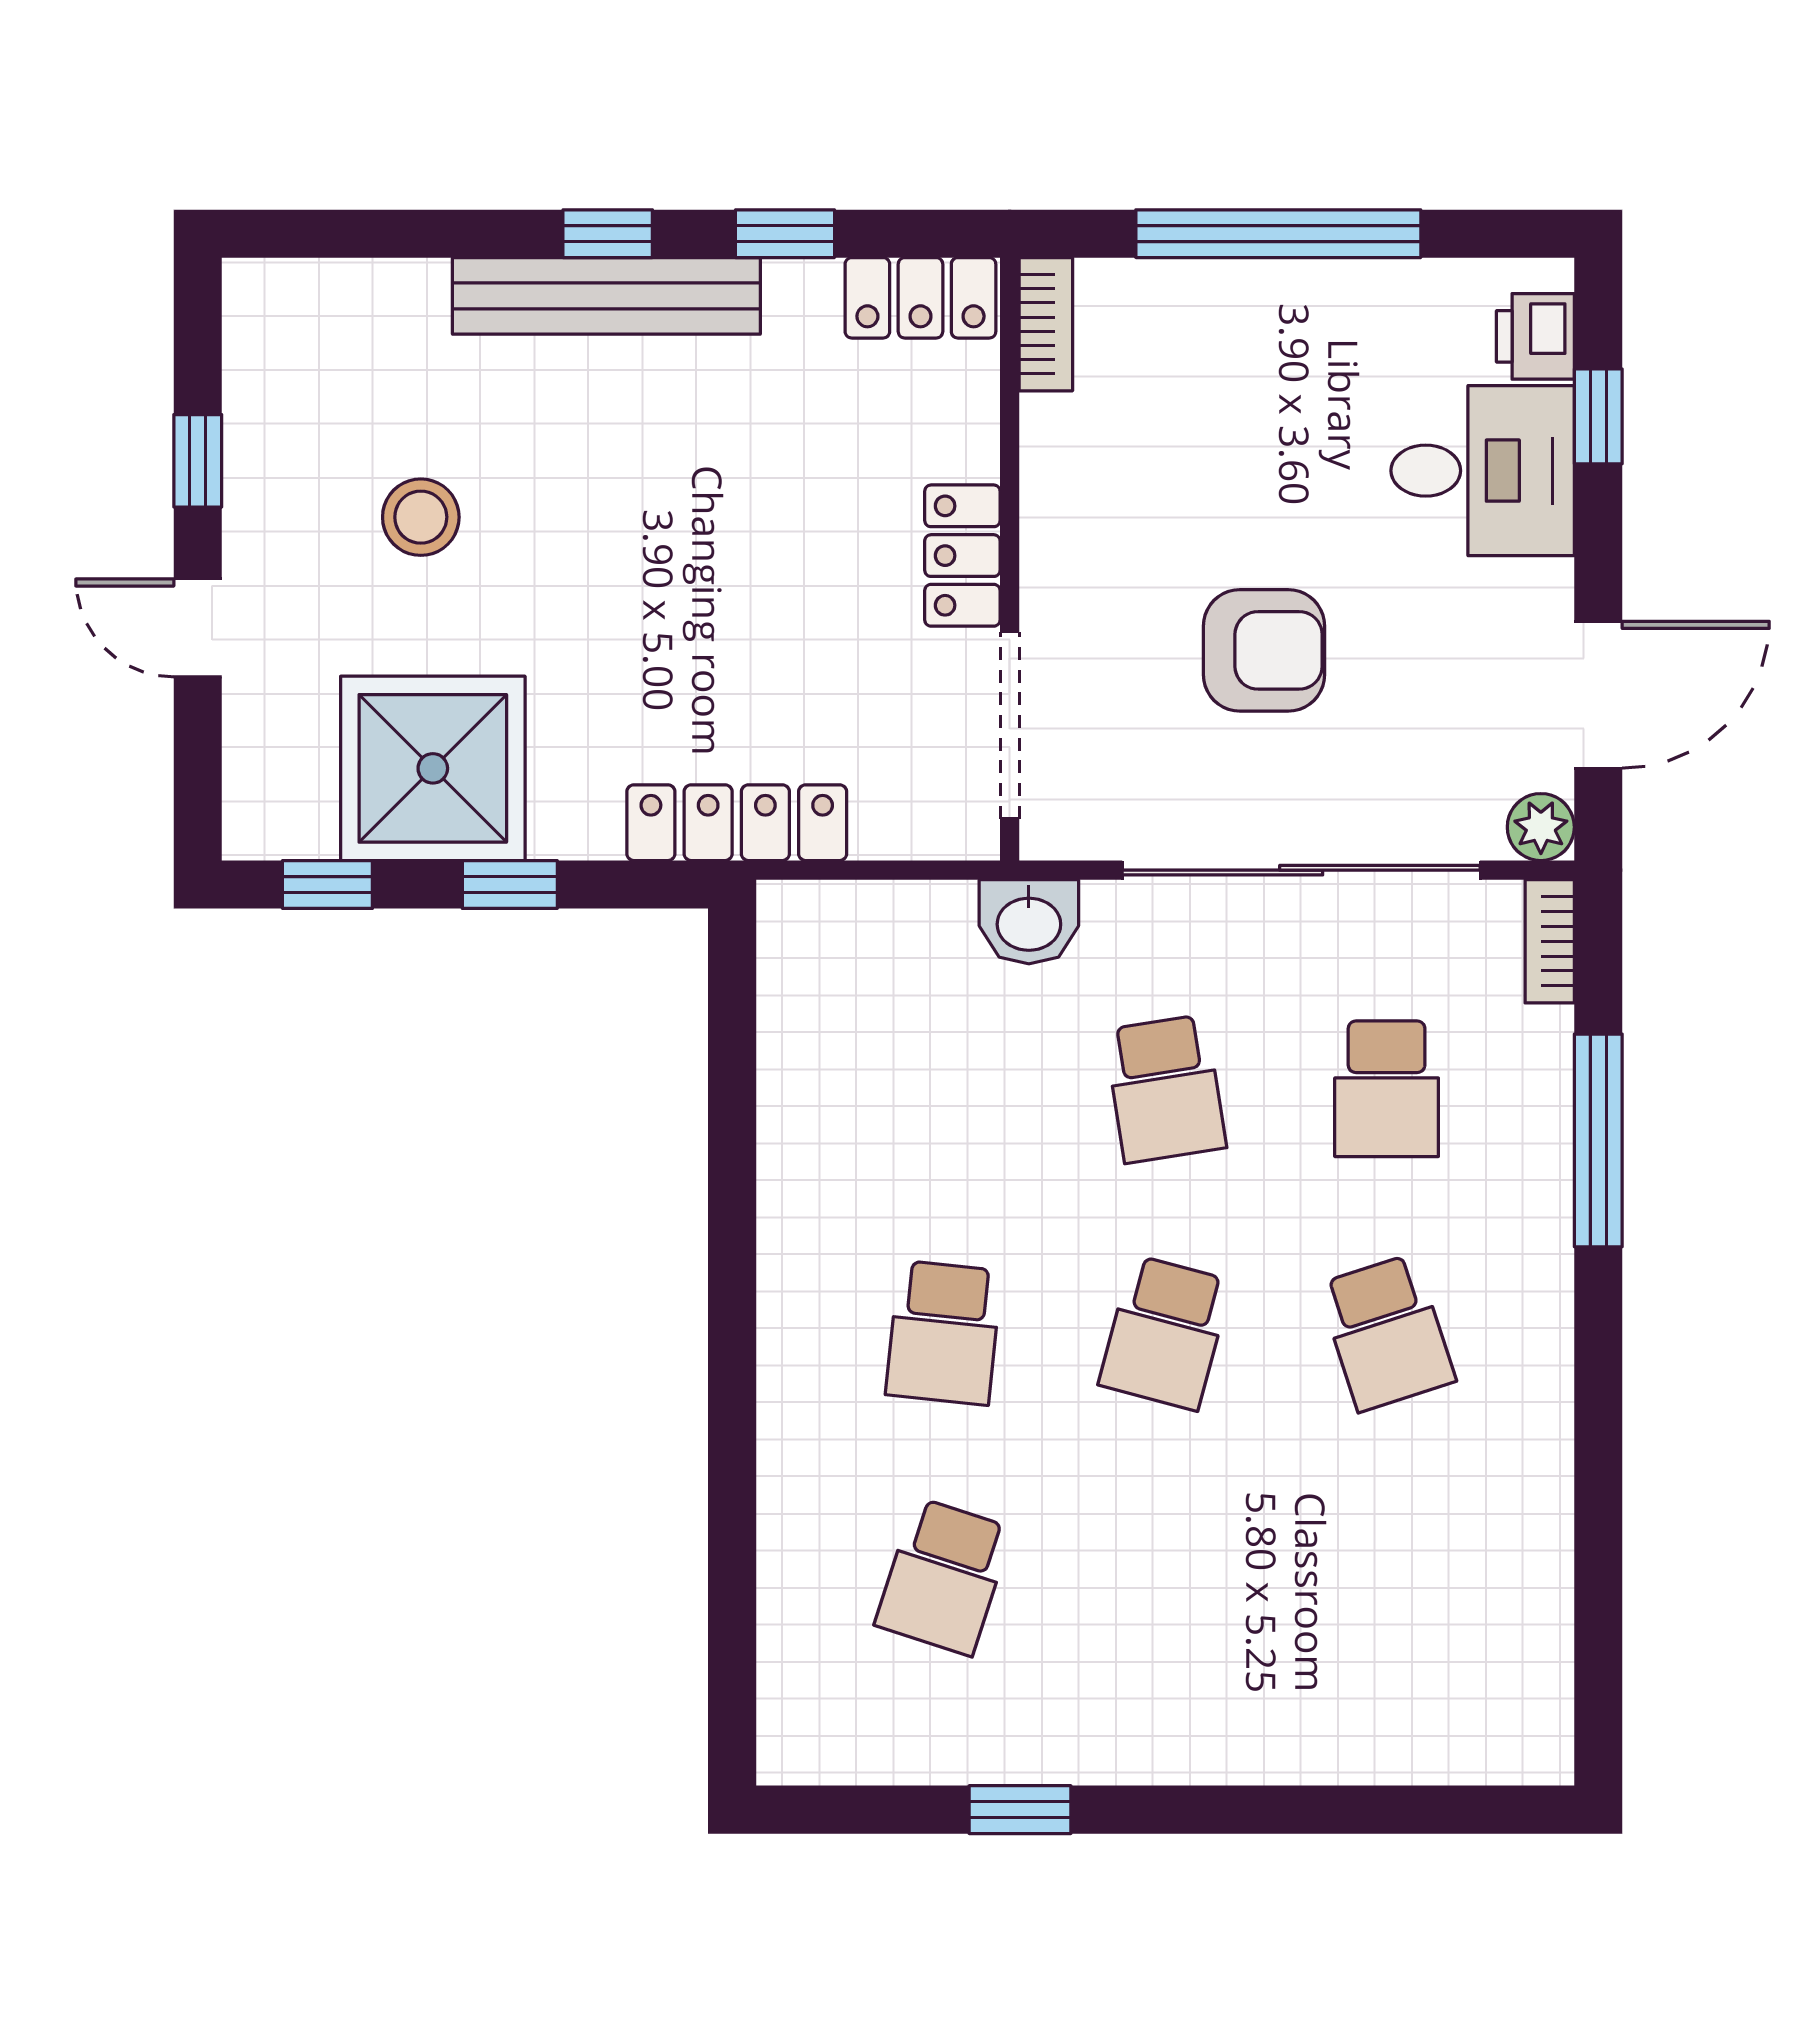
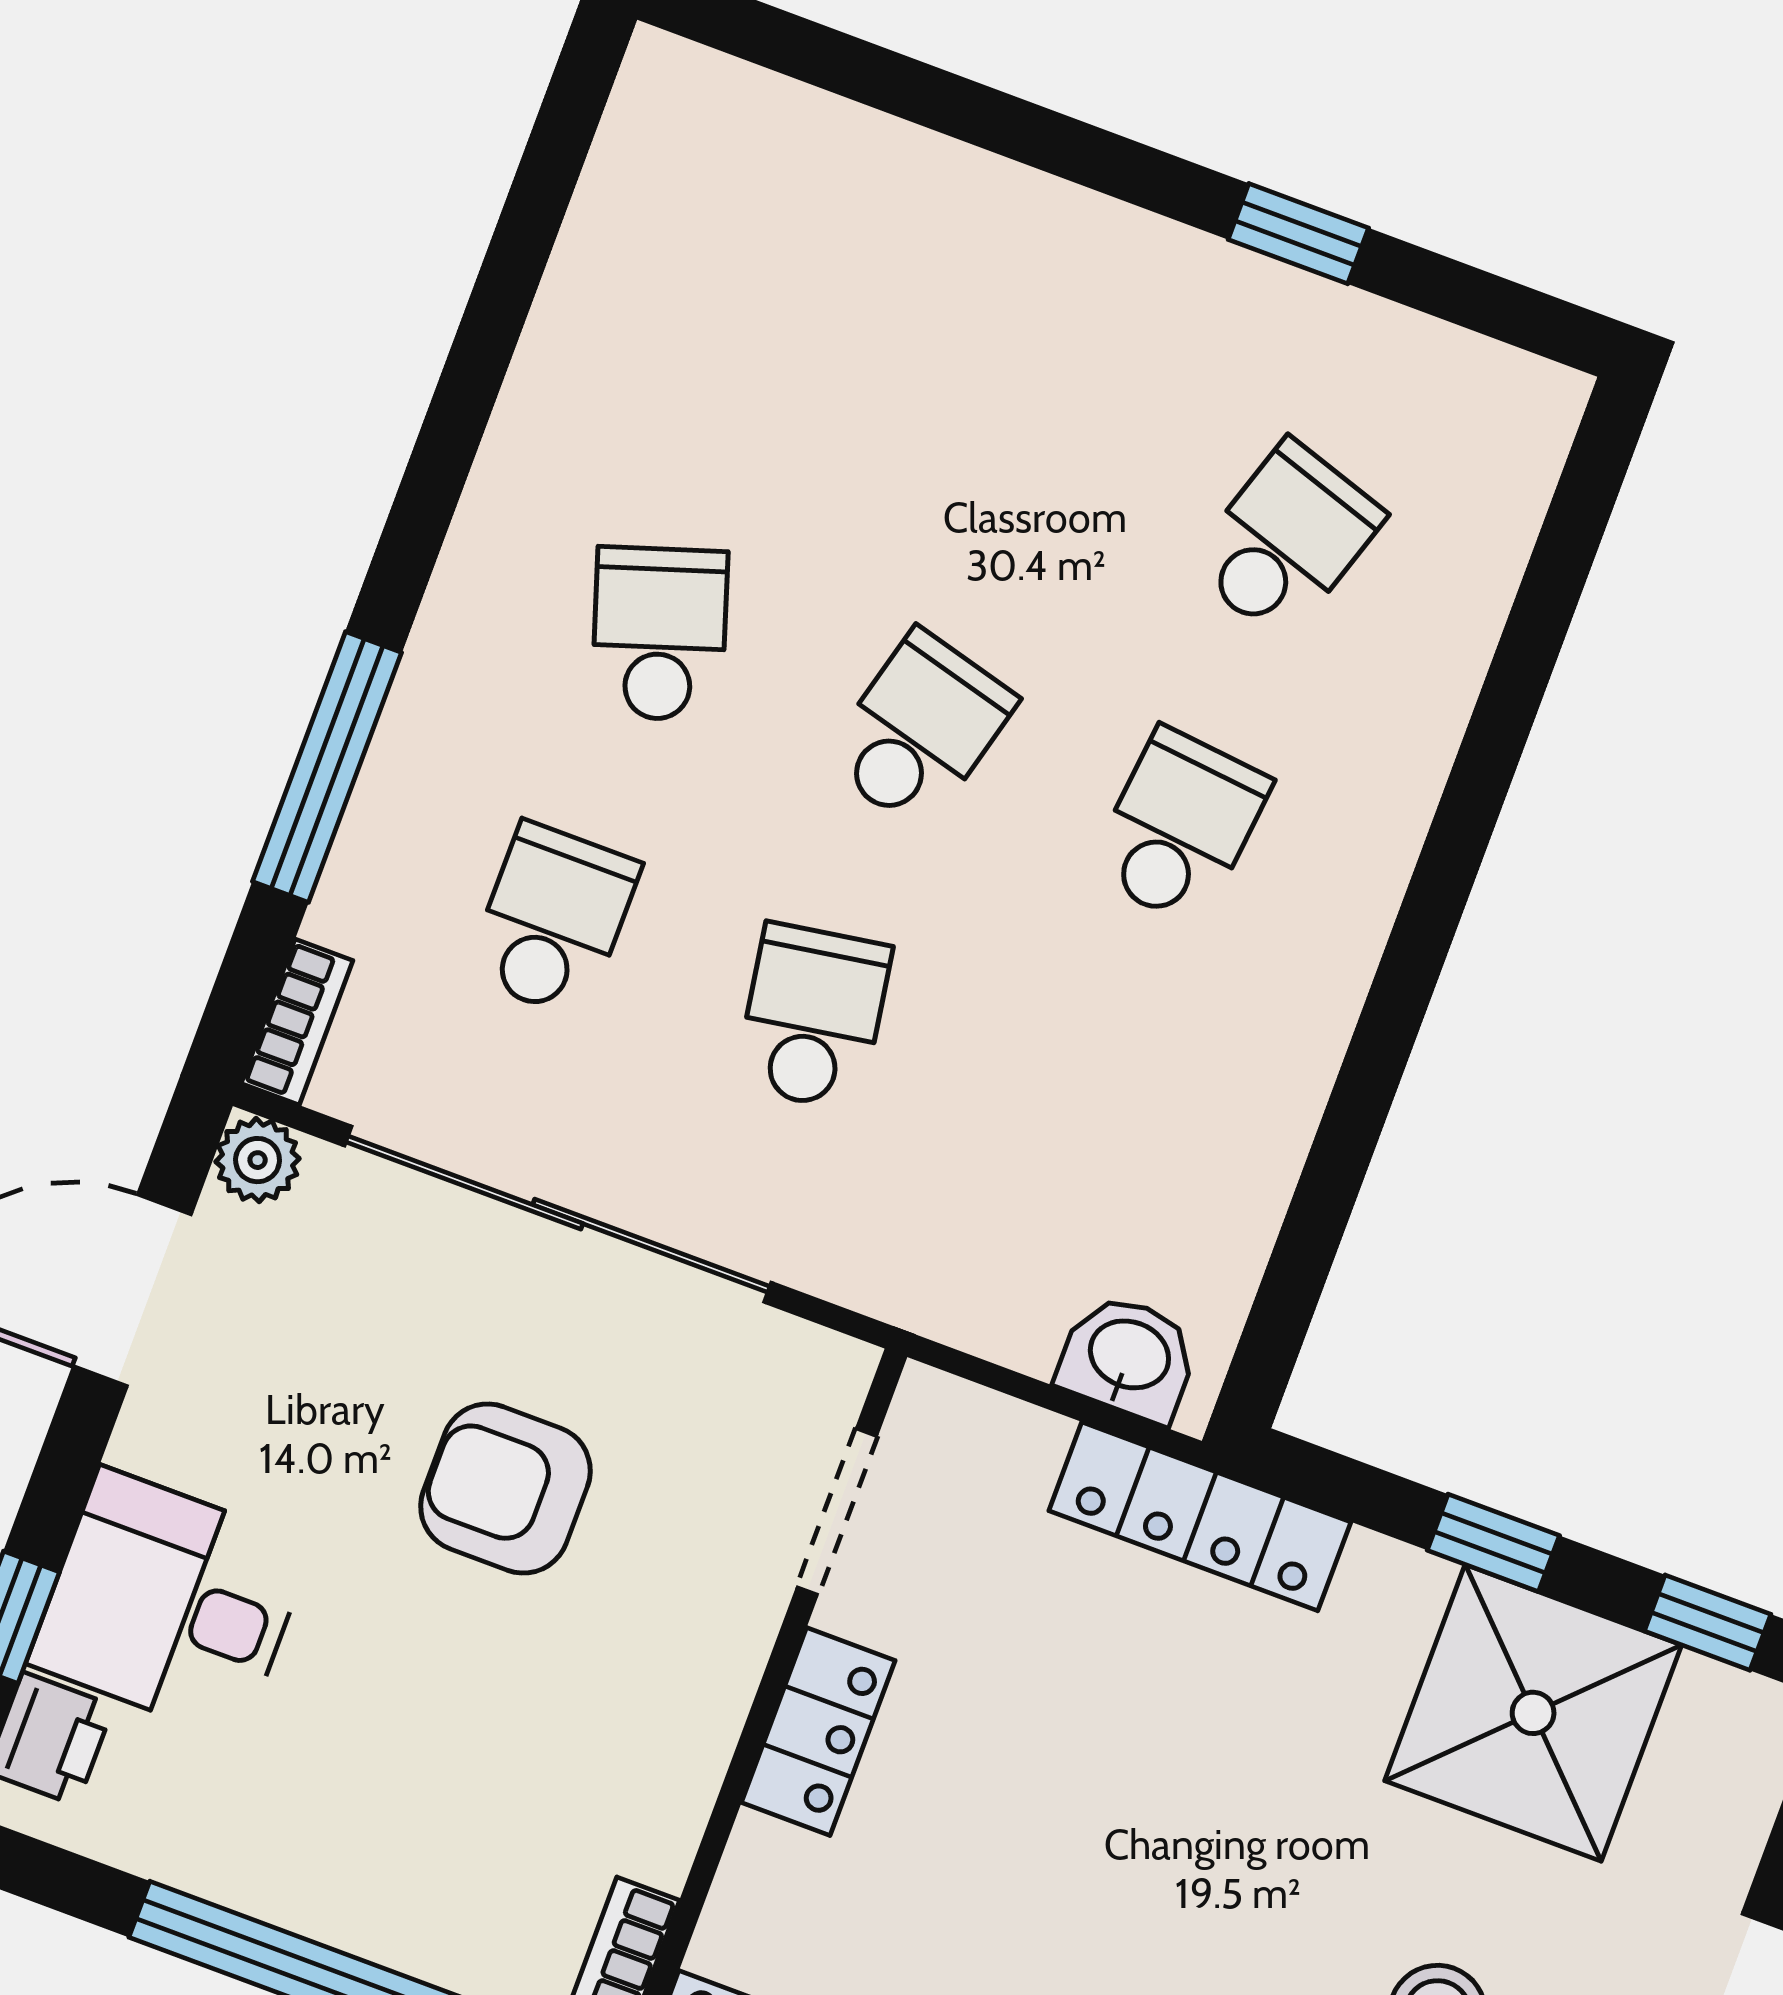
doorway: (1010, 725) -> (837, 1512), width x0.73
washbasin: (1029, 922) -> (1128, 1357), moved

